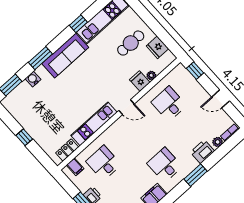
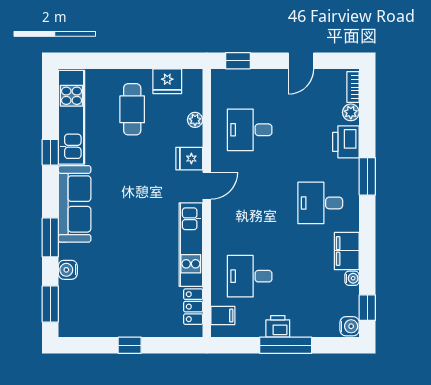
fridge: (140, 81) -> (189, 159), moved

